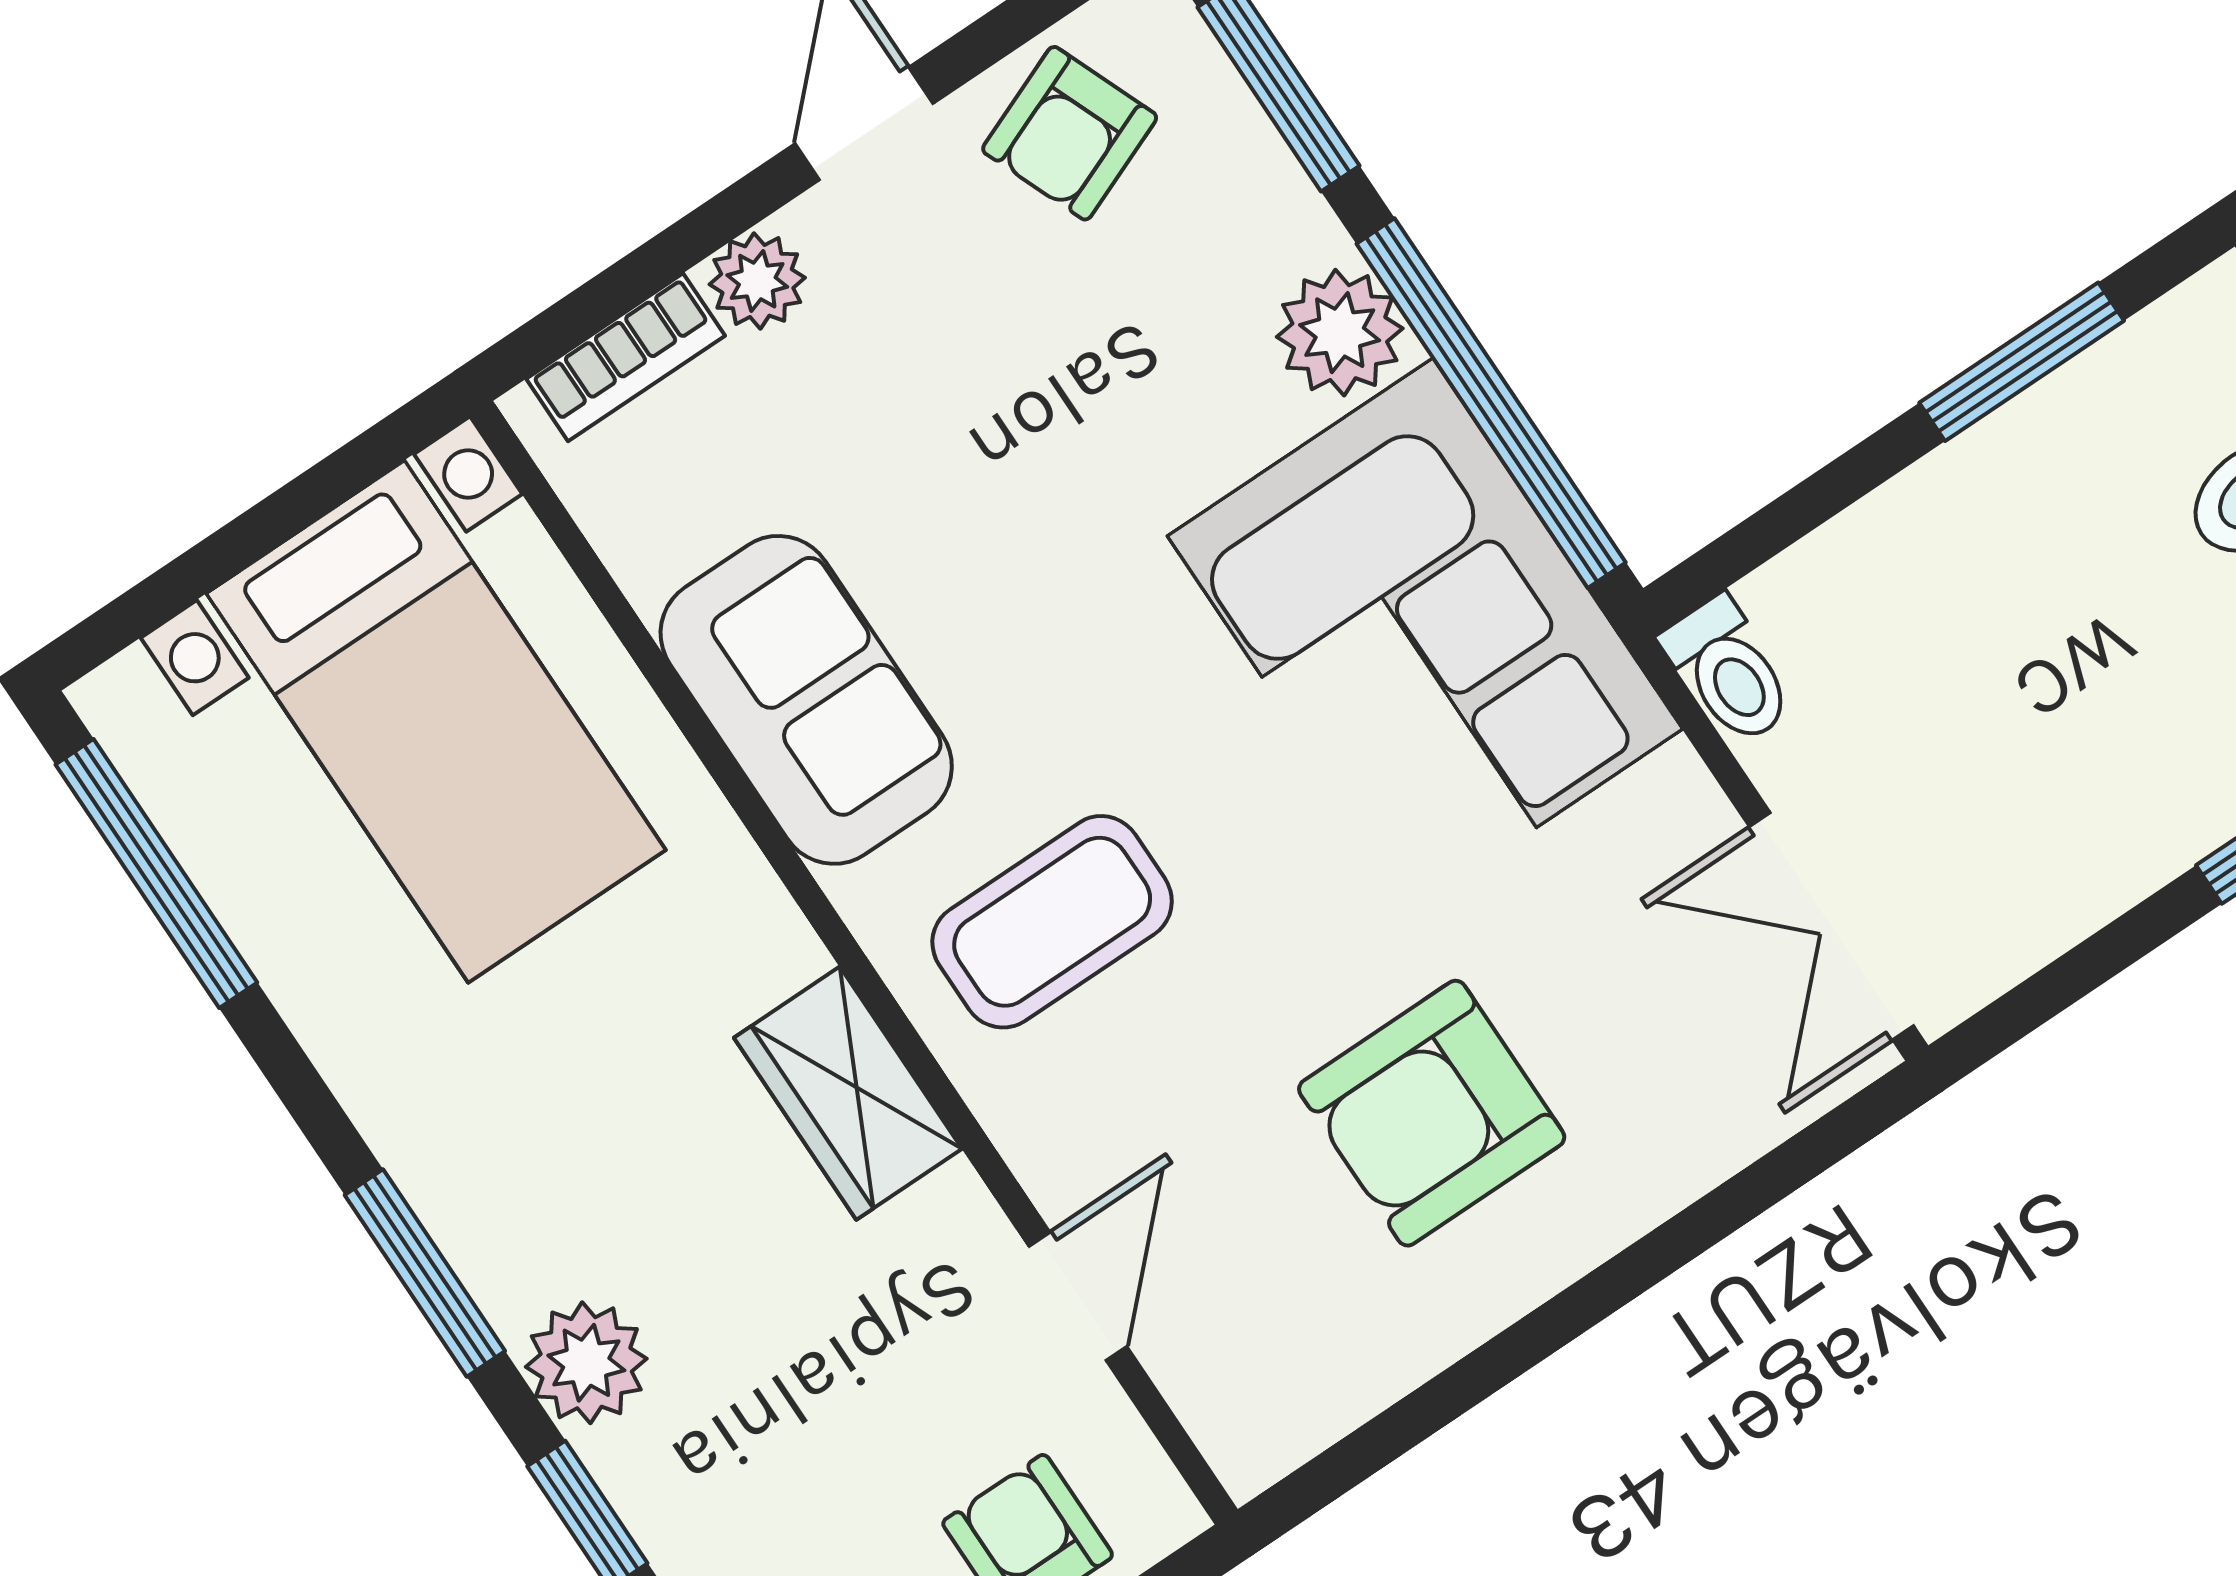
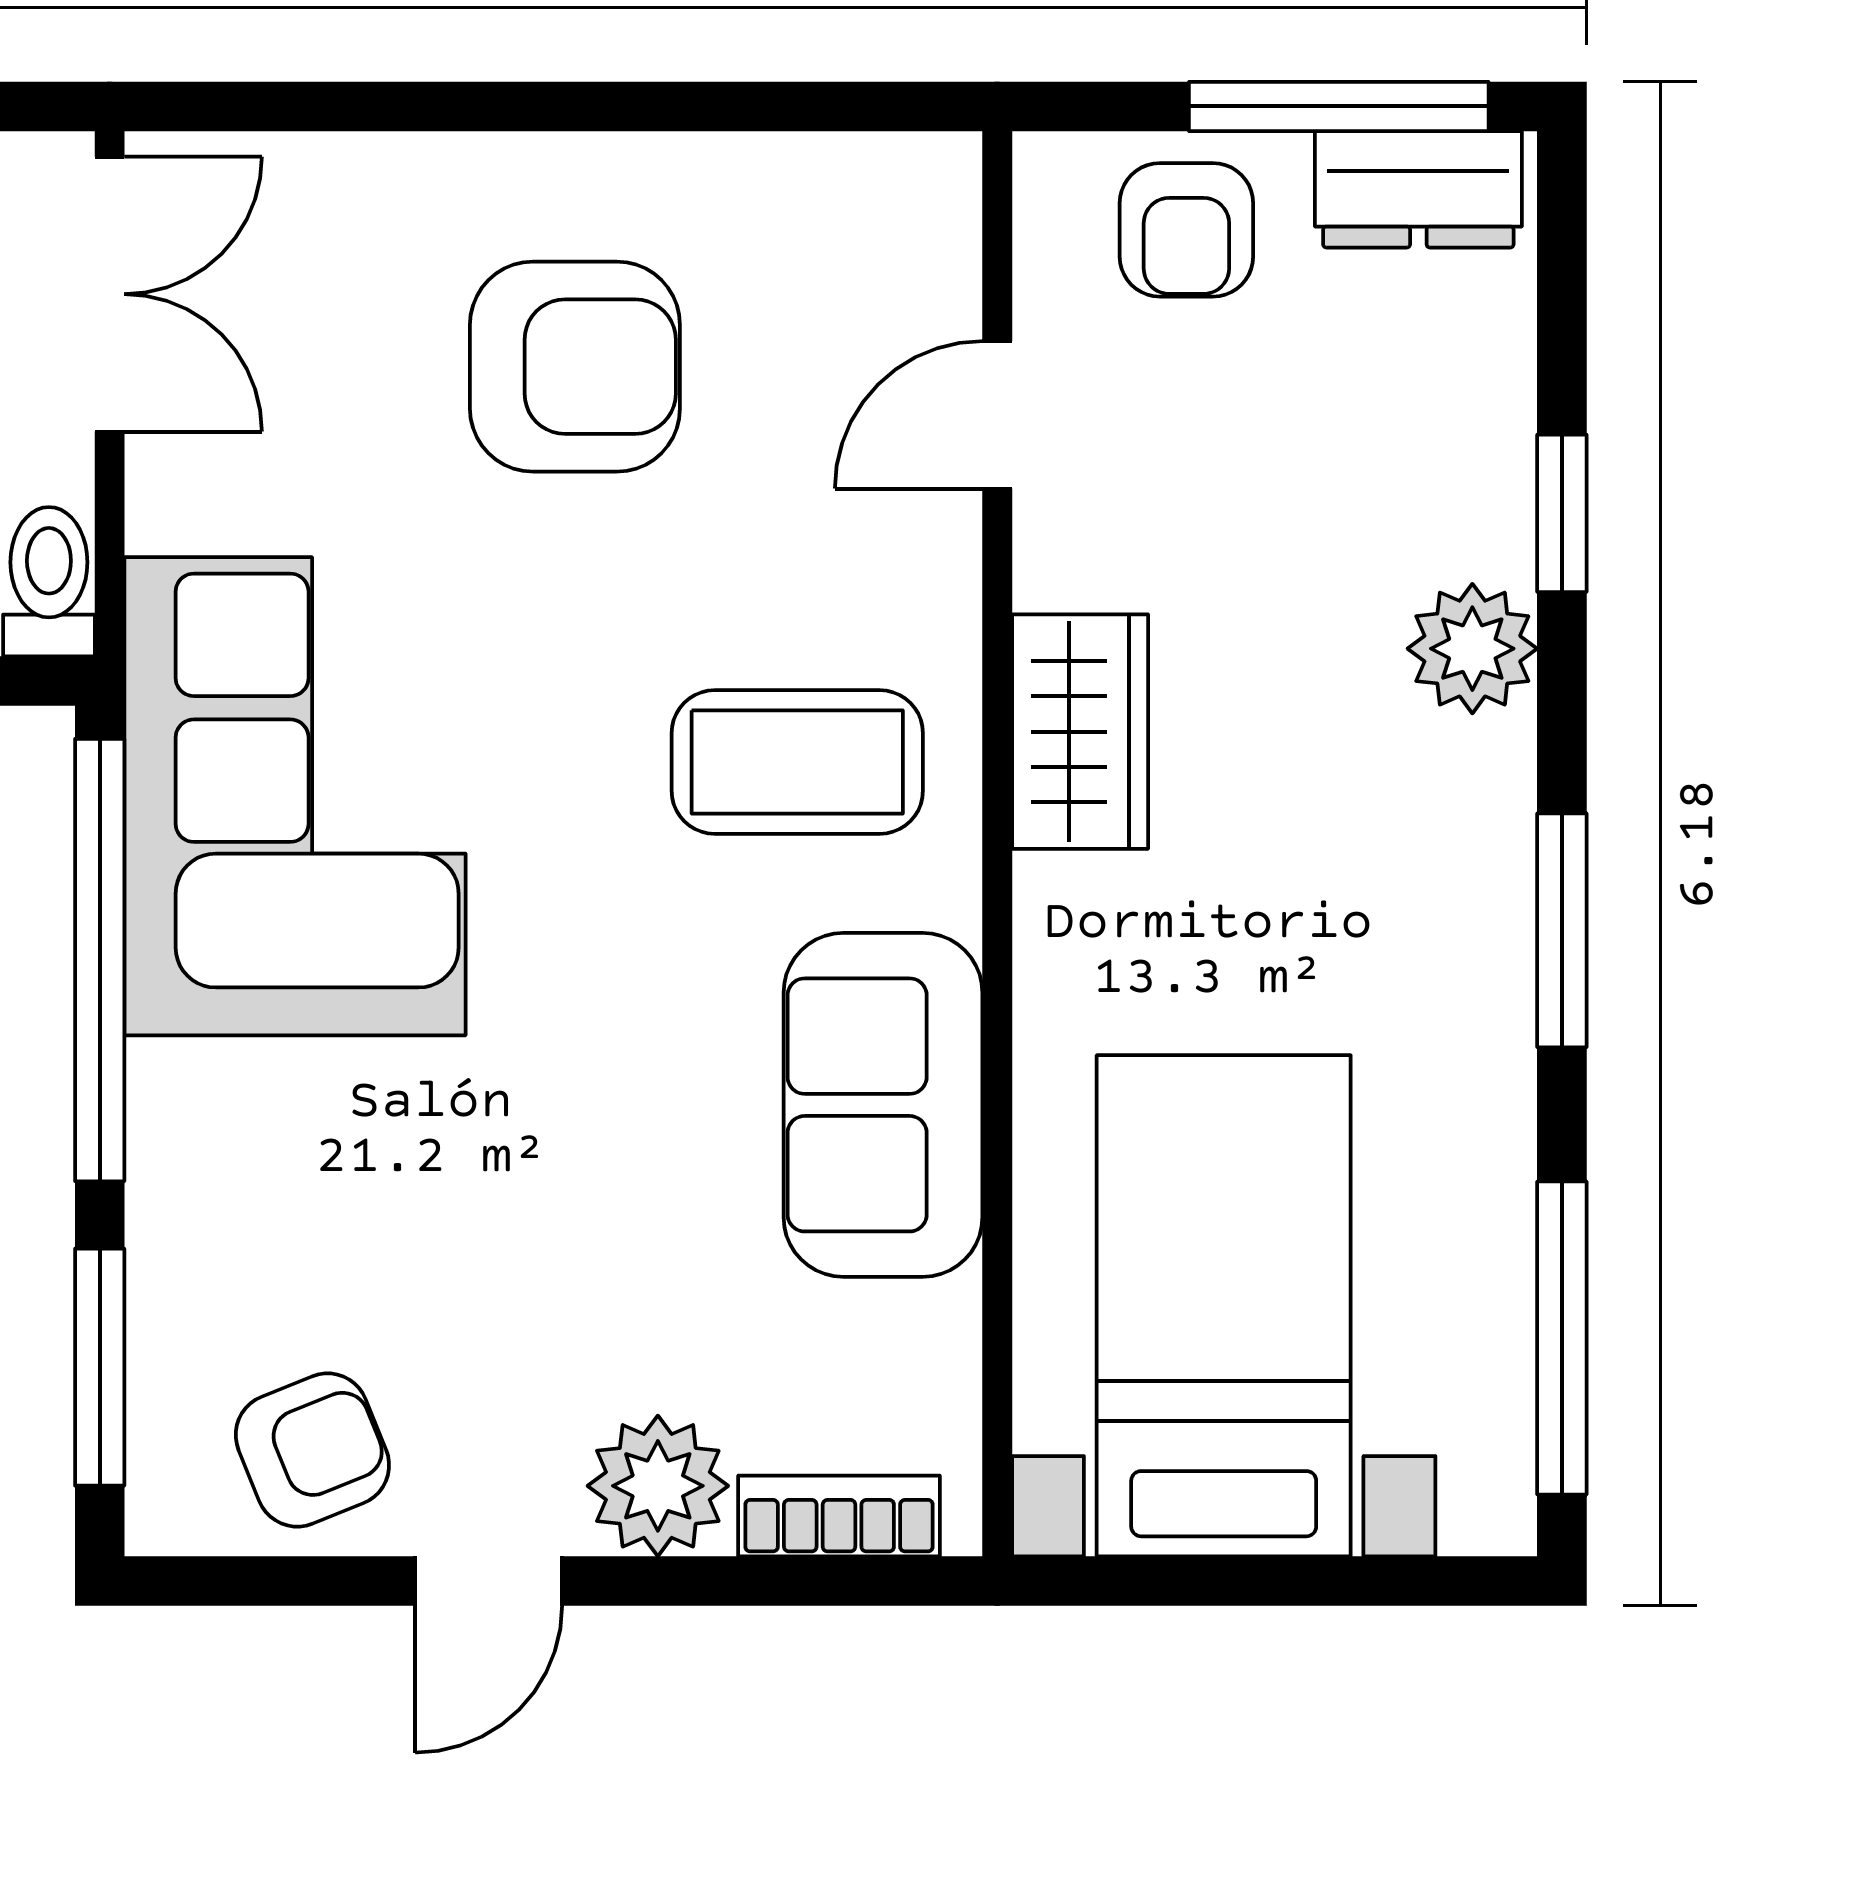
plant: (757, 281) -> (658, 1486), width x1.38, depth x1.38
plant: (1340, 333) -> (192, 1113), removed
window: (425, 1273) -> (1562, 930), moved

